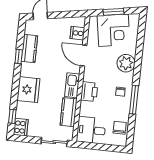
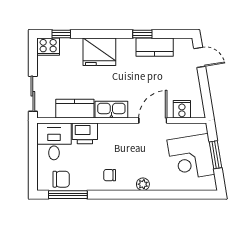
plant: (126, 63) -> (143, 184), width x0.53, depth x0.53
printer: (89, 92) -> (85, 133), moved
window: (134, 100) -> (68, 195), moved

